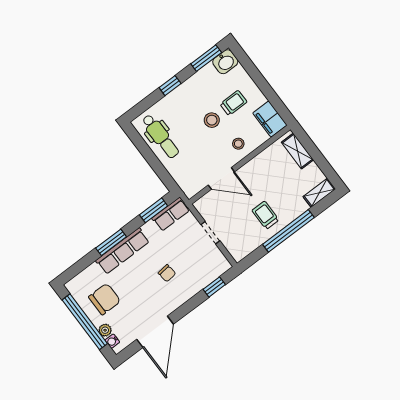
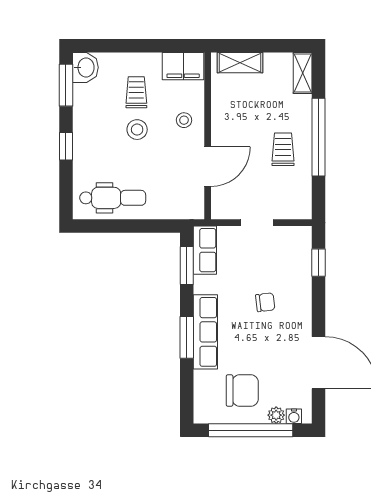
trolley: (265, 215) -> (283, 149), turned 90
chair: (105, 299) -> (242, 390), turned 90

